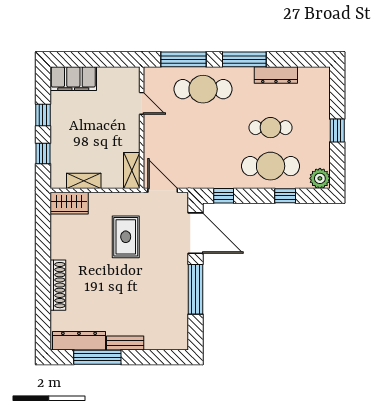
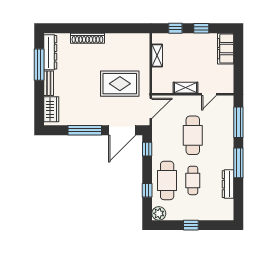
cafe table: (203, 89) -> (193, 135), moved
shelving: (132, 171) -> (185, 88), moved
wardrobe: (69, 203) -> (51, 109), moved, turned 180
rug: (126, 237) -> (120, 84), width x1.36, depth x1.43

